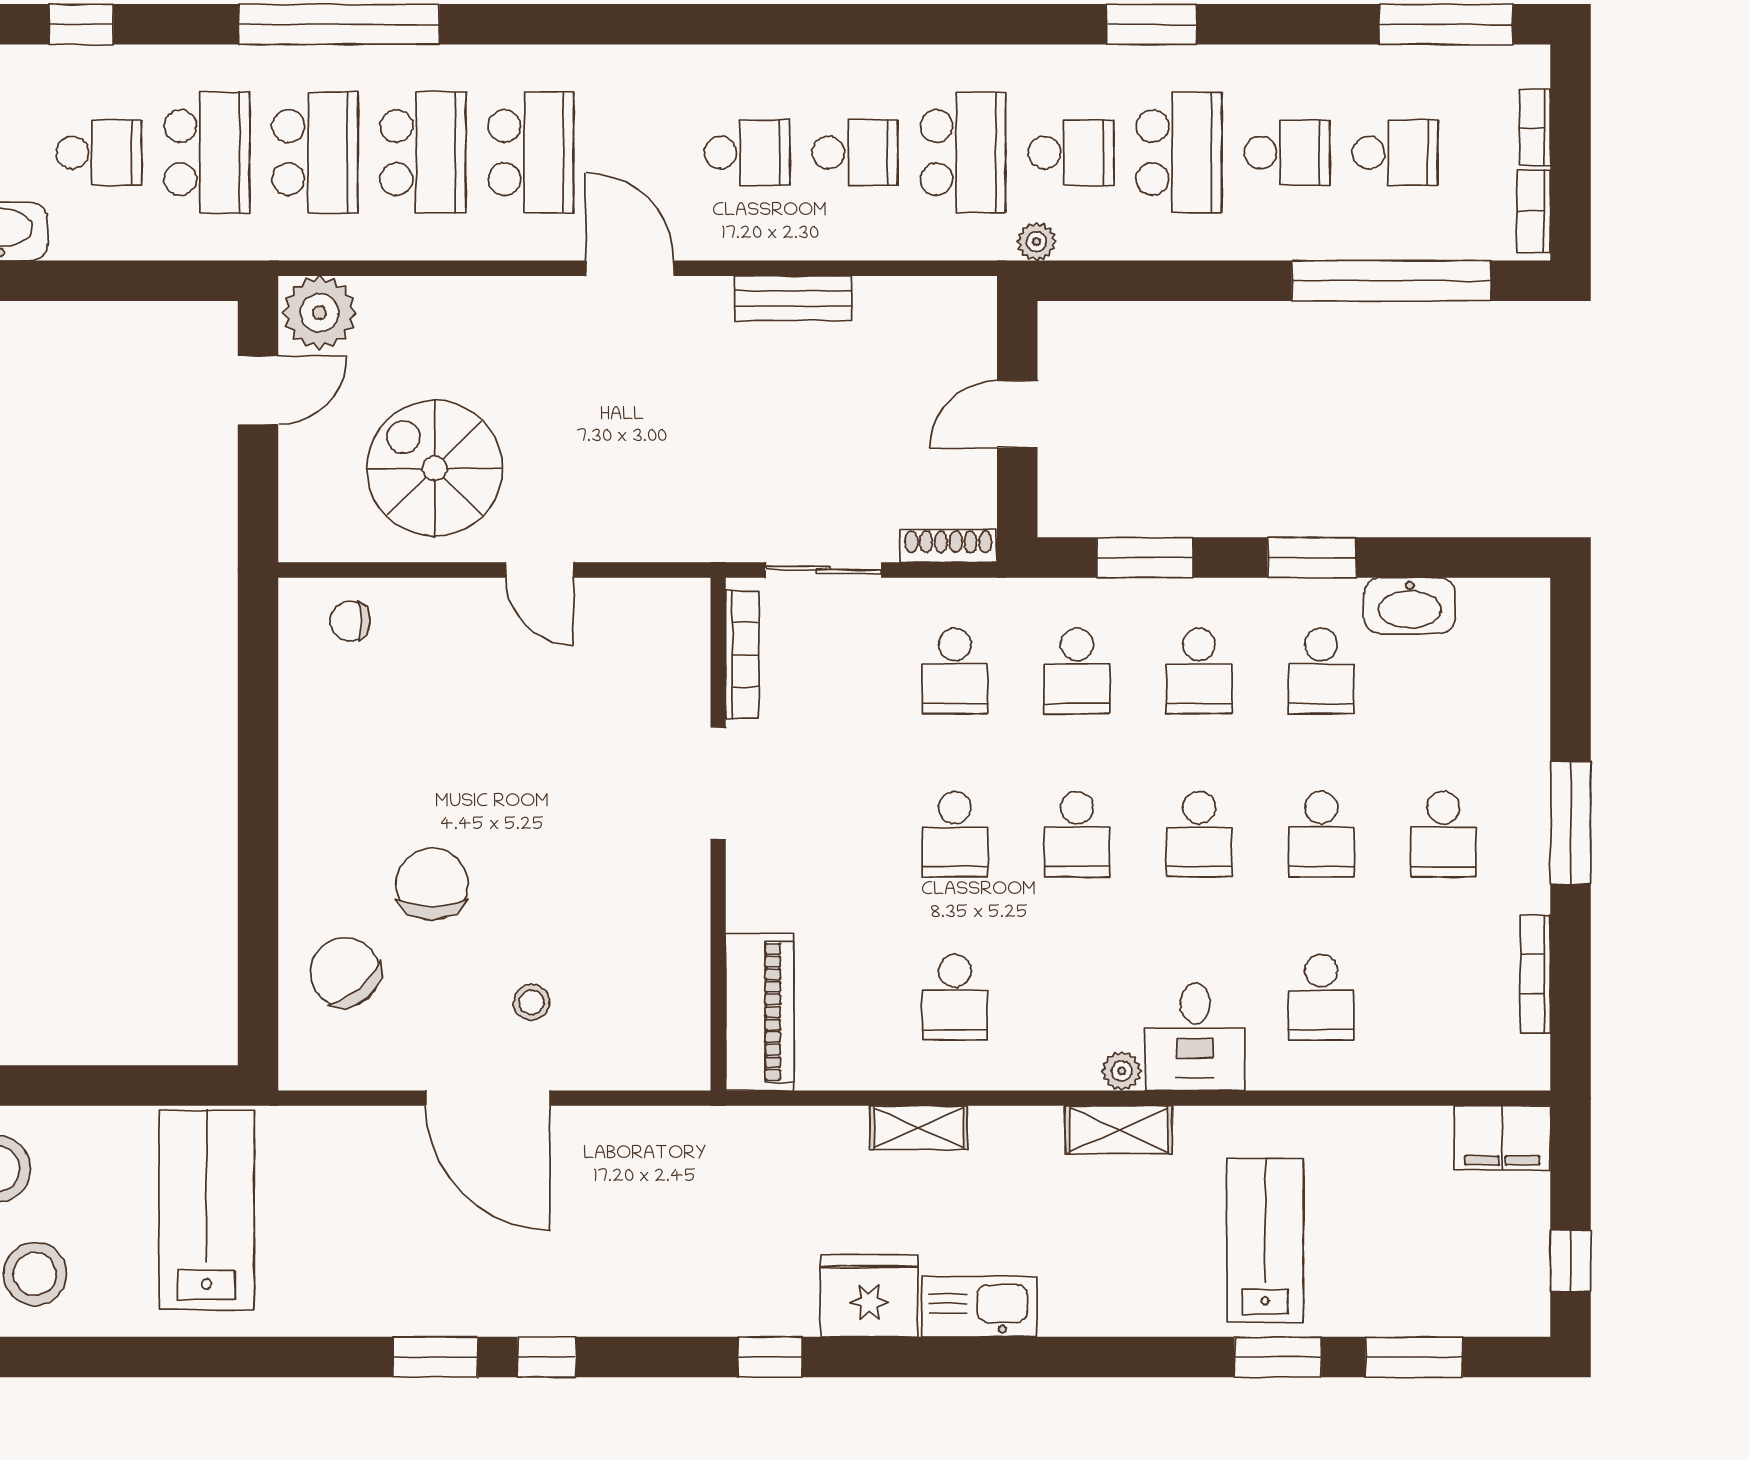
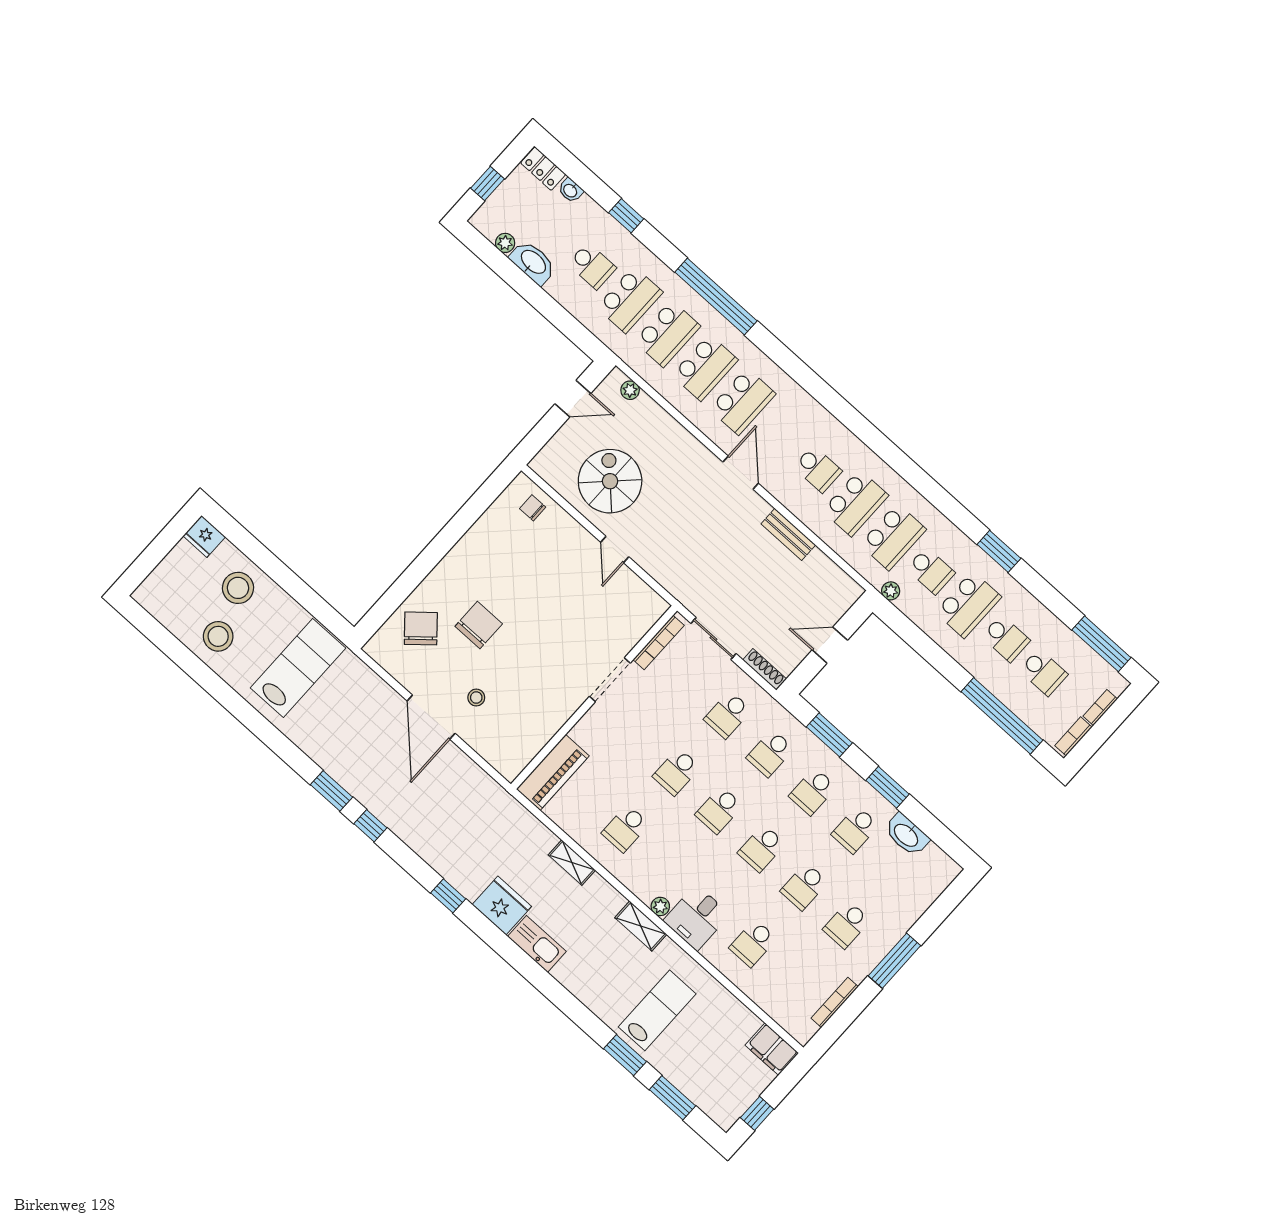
school desk: (855, 153) -> (855, 503), width x1.85
plant: (319, 313) -> (630, 390), width x0.53, depth x0.53

